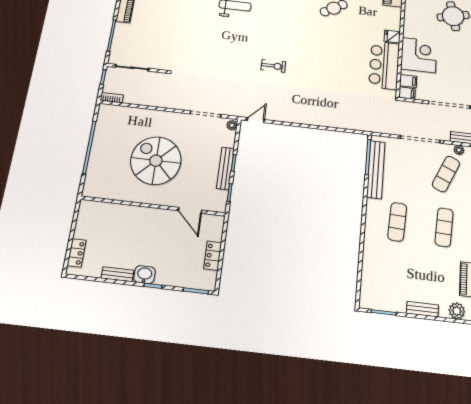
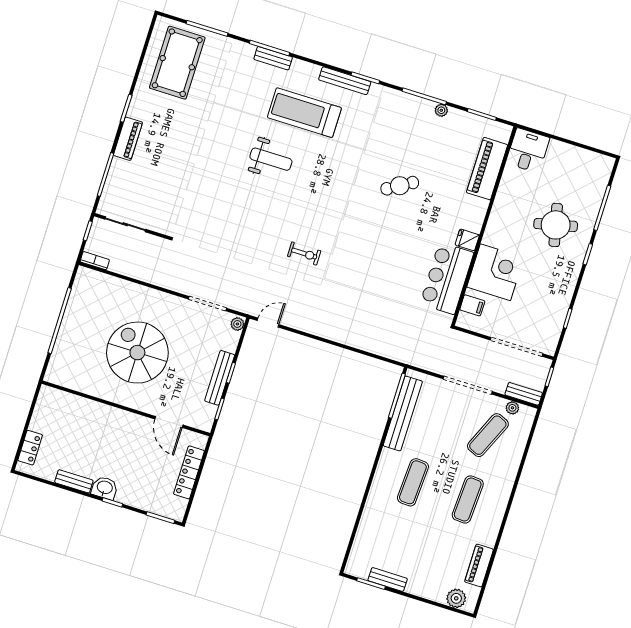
filing cabinet: (407, 93) -> (467, 321), removed
locker: (213, 256) -> (189, 472), width x1.53
bench: (422, 309) -> (388, 579), moved

